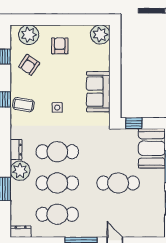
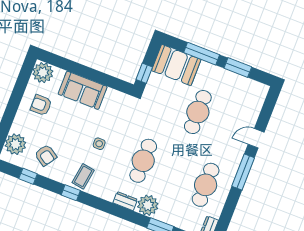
armchair: (60, 46) -> (41, 105), moved
sofa: (98, 92) -> (83, 90), moved
cafe table: (57, 183) -> (174, 173), removed

